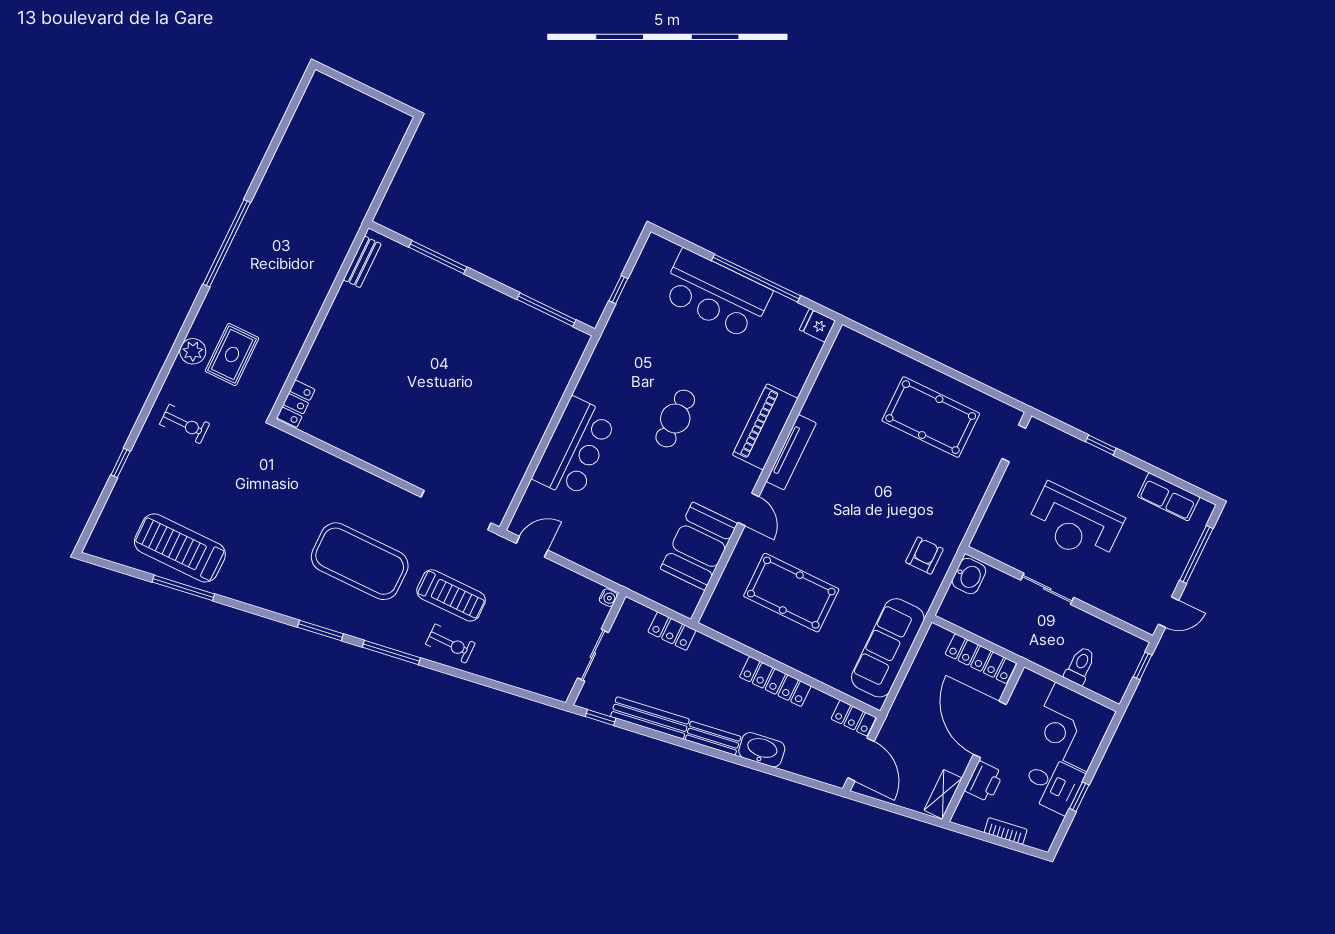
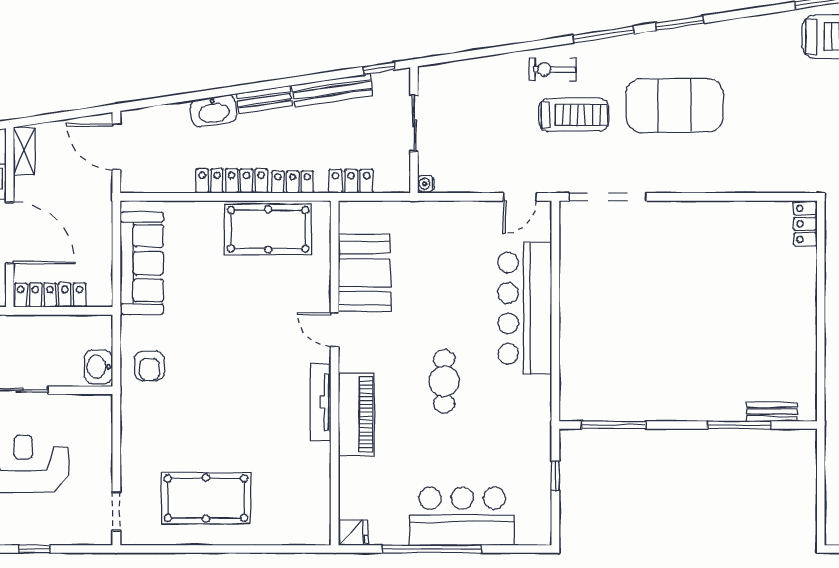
bench: (362, 262) -> (772, 412), moved, turned 90
bar counter: (575, 448) -> (525, 308), width x1.36
pool table: (791, 593) -> (268, 229), moved
treadmill: (451, 595) -> (574, 115), turned 180
locker: (854, 718) -> (293, 182), moved

